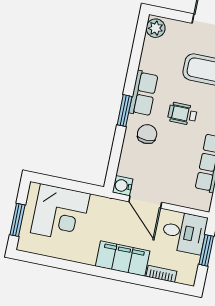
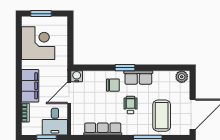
corner desk: (60, 213) -> (38, 43), moved, turned 180

